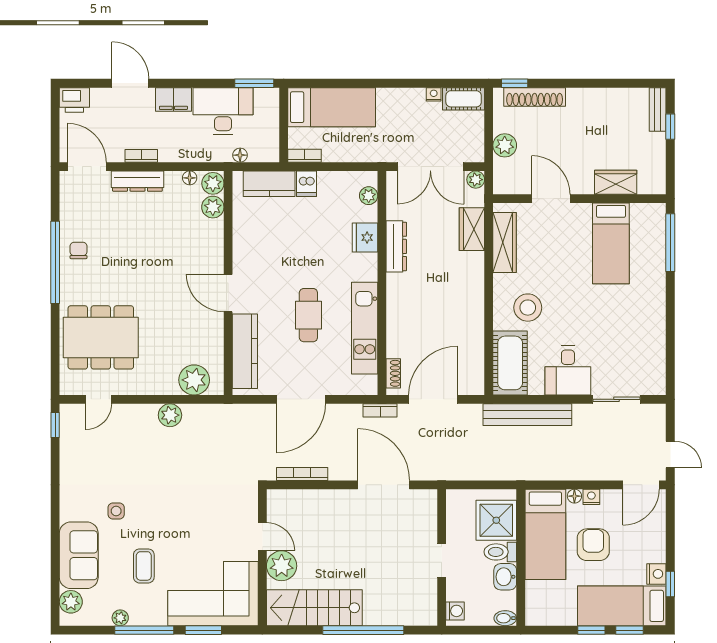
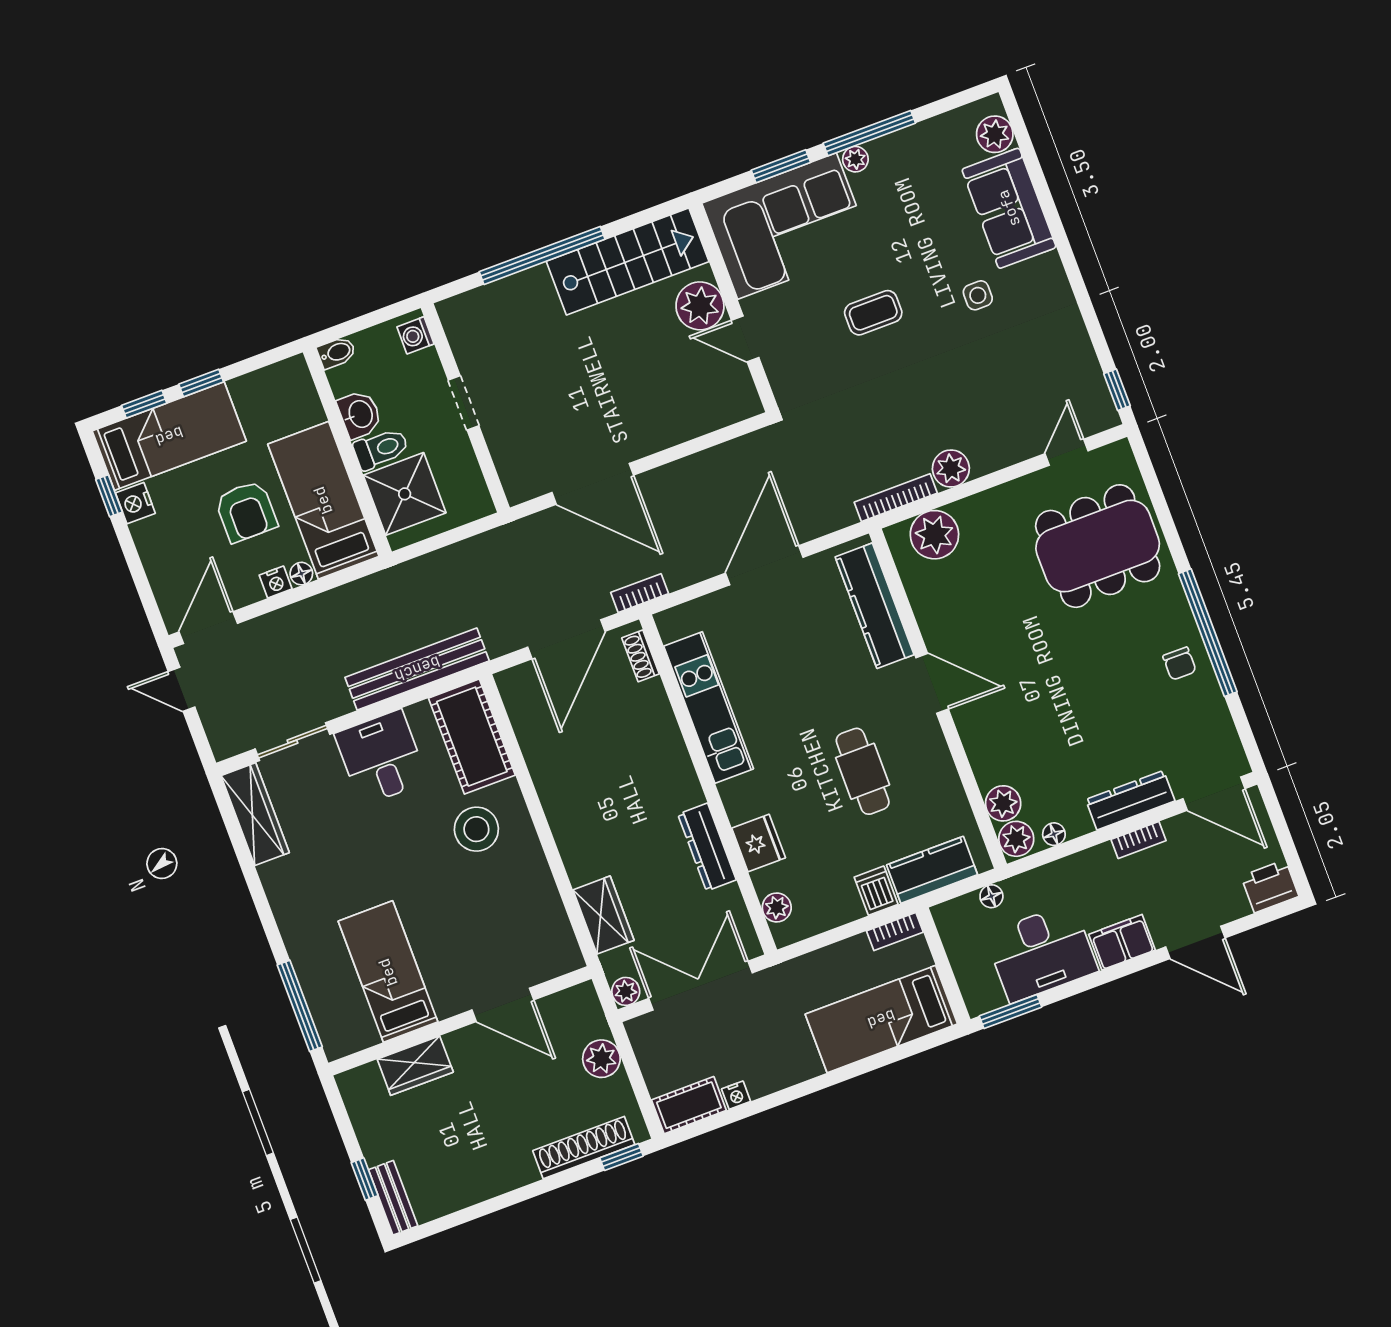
wardrobe: (505, 242) -> (255, 814), moved, turned 180
cafe table: (308, 315) -> (863, 771), moved
bookcase: (302, 474) -> (896, 498), moved, turned 180
coffee table: (144, 566) -> (873, 313), moved, turned 90
plant: (120, 618) -> (855, 159), moved

